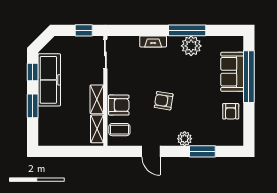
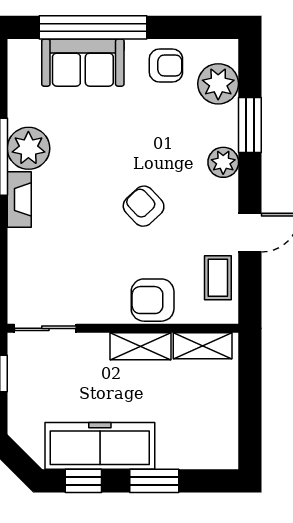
fireplace: (153, 41) -> (19, 199), moved
armchair: (164, 101) -> (144, 206), turned 128
armchair: (119, 105) -> (153, 300), turned -90
coffee table: (119, 130) -> (218, 278), moved
plant: (222, 136) -> (218, 84), added

